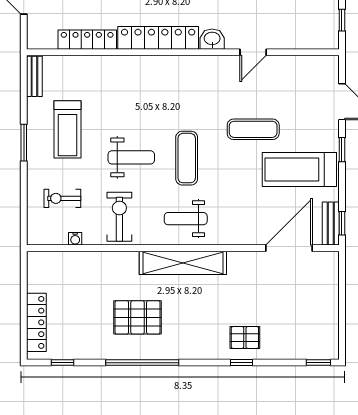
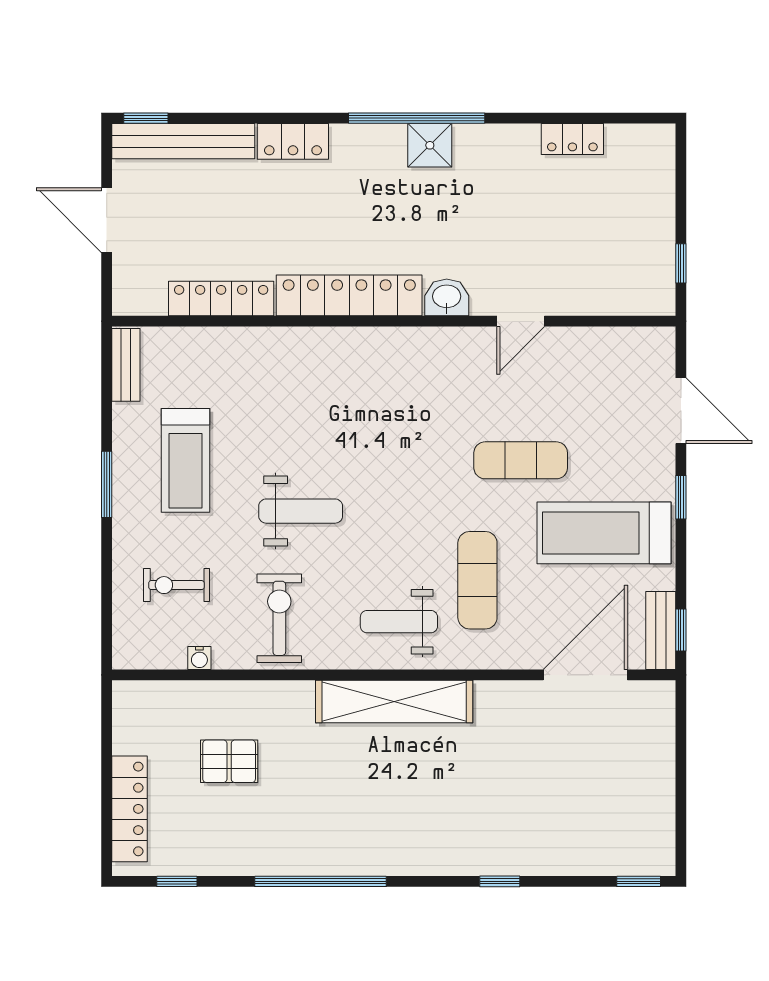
exercise mat: (187, 158) -> (477, 580), moved
pallet: (138, 317) -> (229, 761), moved, width x0.67, depth x0.71
pallet: (245, 337) -> (506, 836), removed

